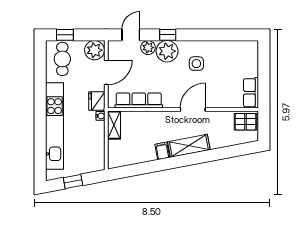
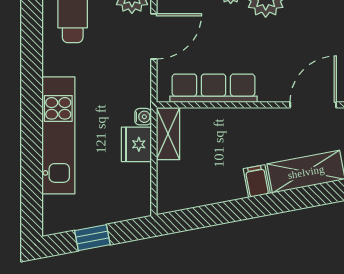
side table: (196, 64) -> (320, 20), removed
fridge: (97, 101) -> (136, 144), moved
kitchen unit: (55, 126) -> (58, 135), width x0.73

